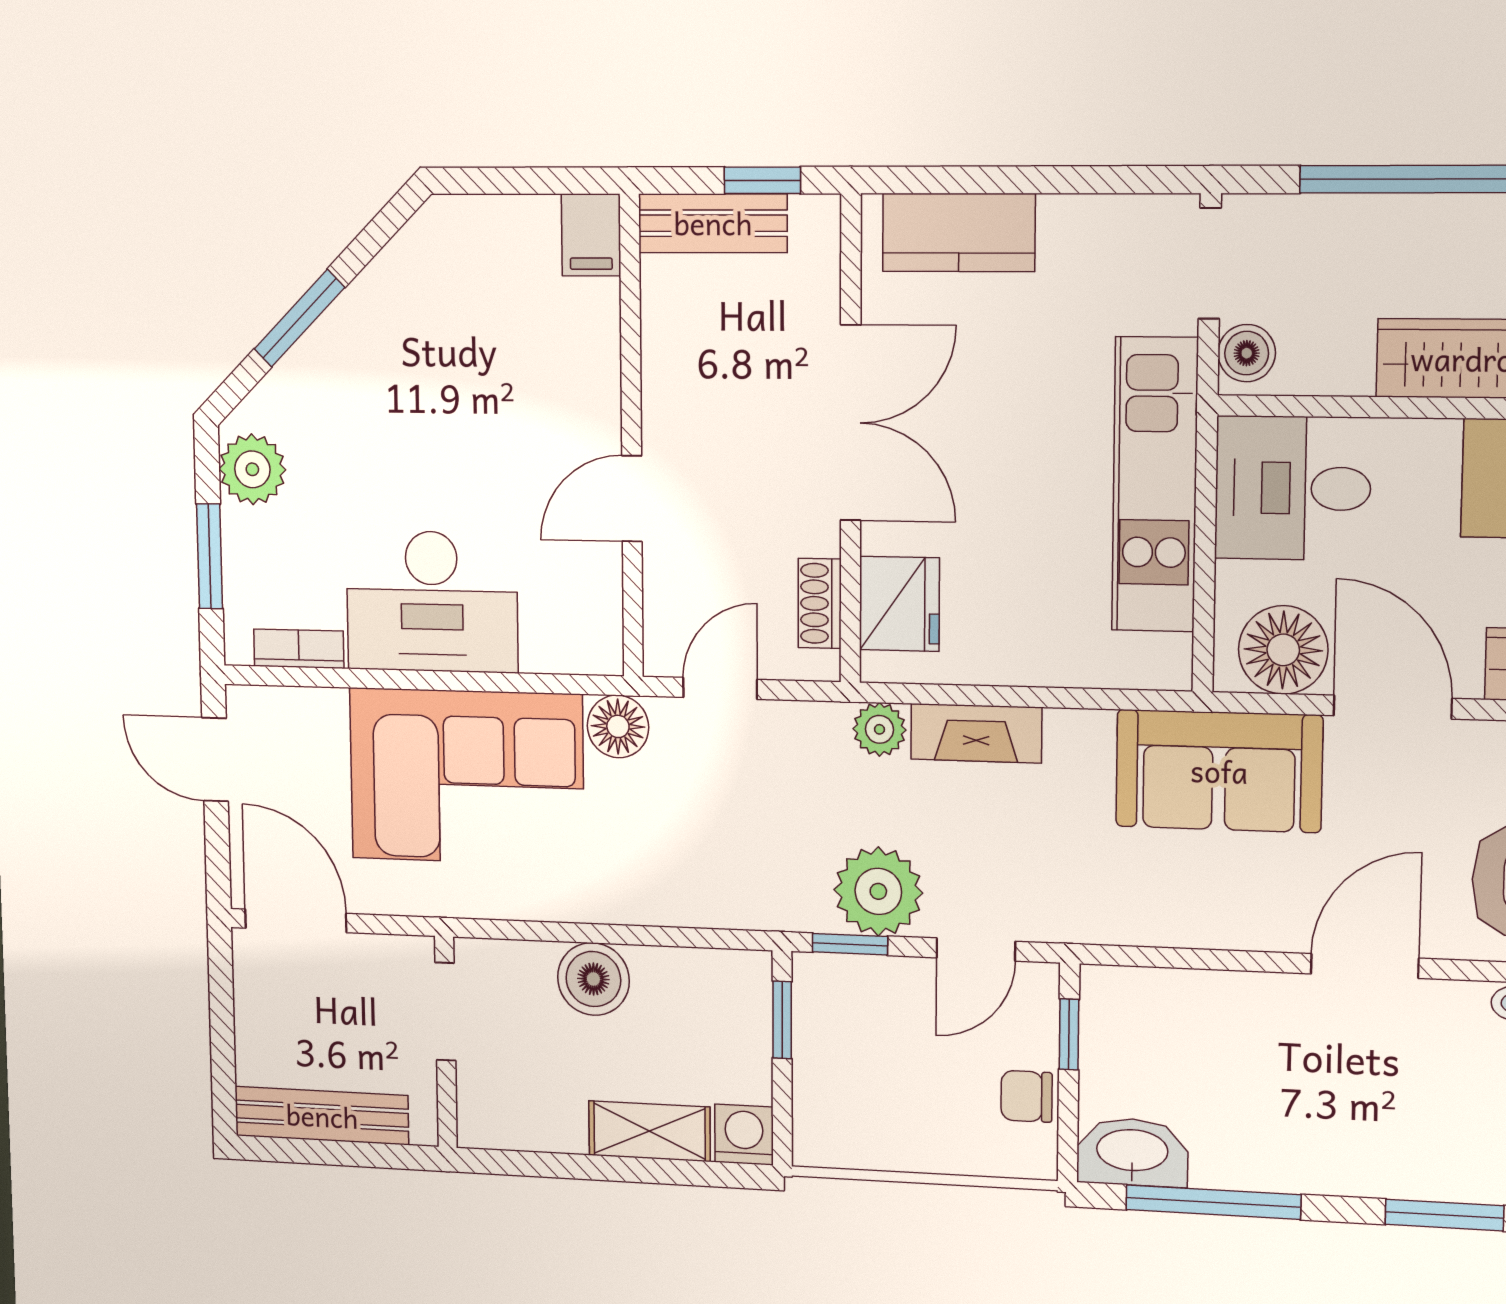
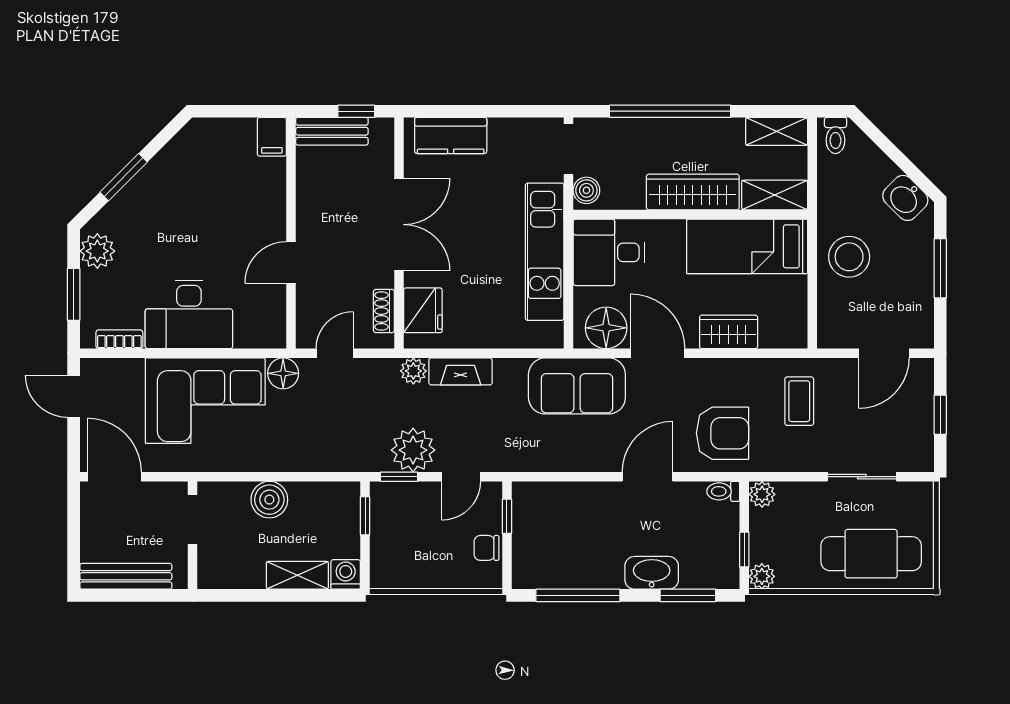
washbasin: (1132, 1152) -> (652, 573), moved

